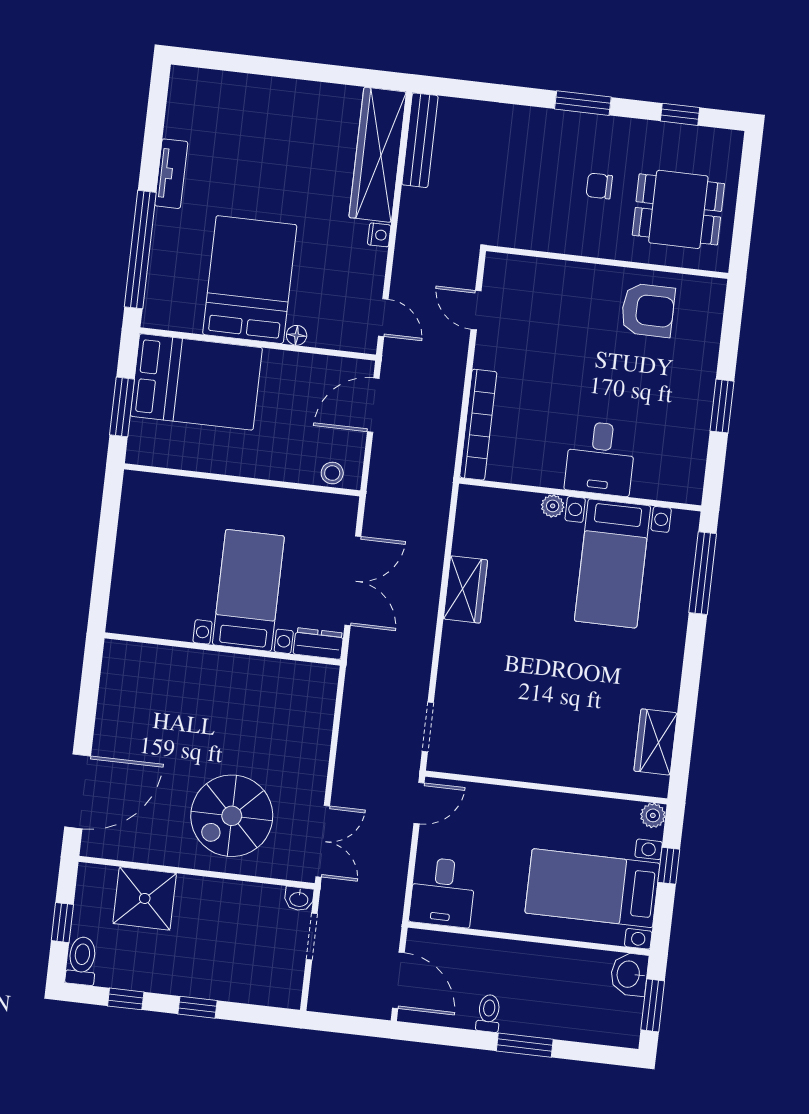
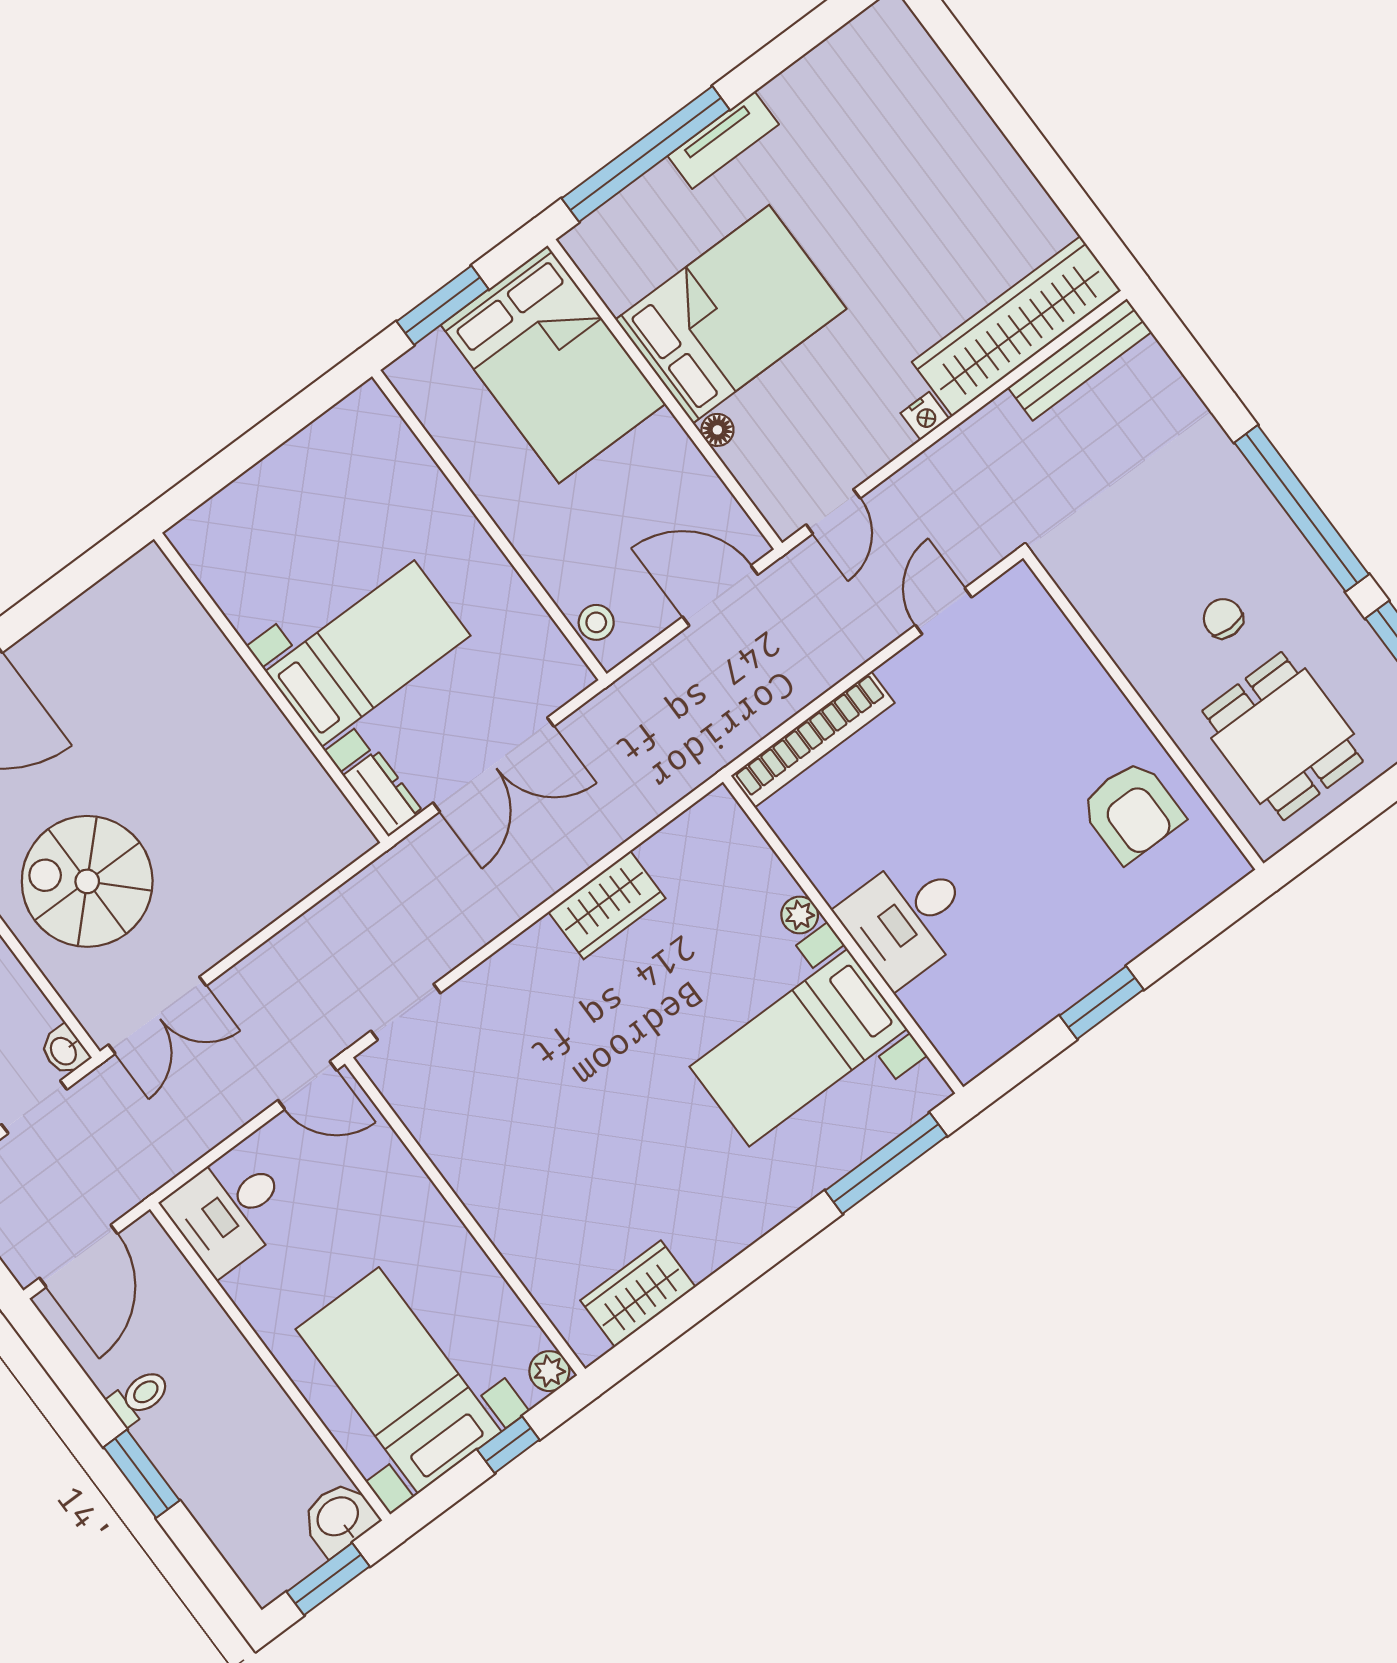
window: (583, 103) -> (1302, 508), width x2.11
tv unit: (171, 174) -> (723, 140), moved

